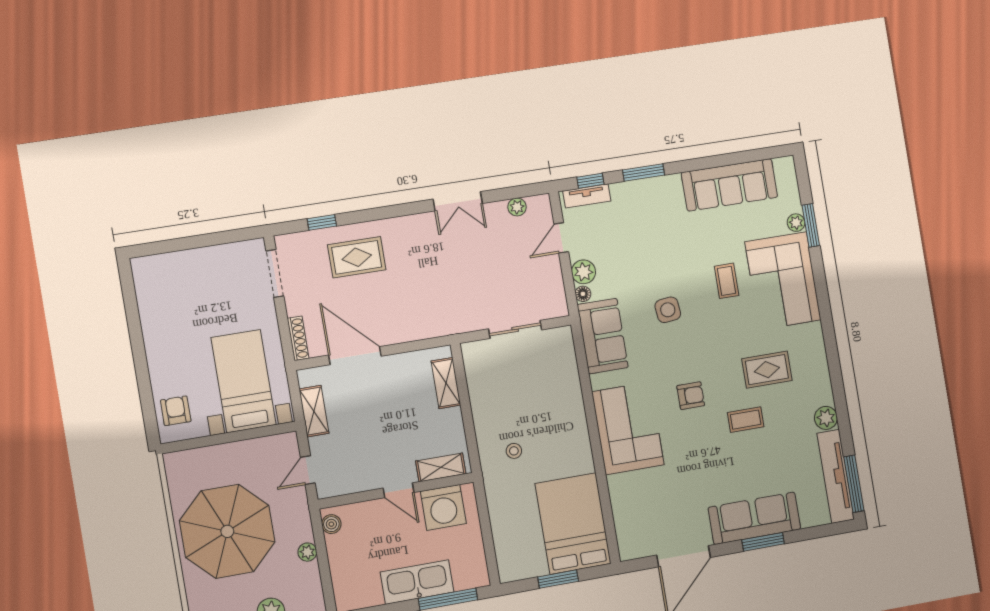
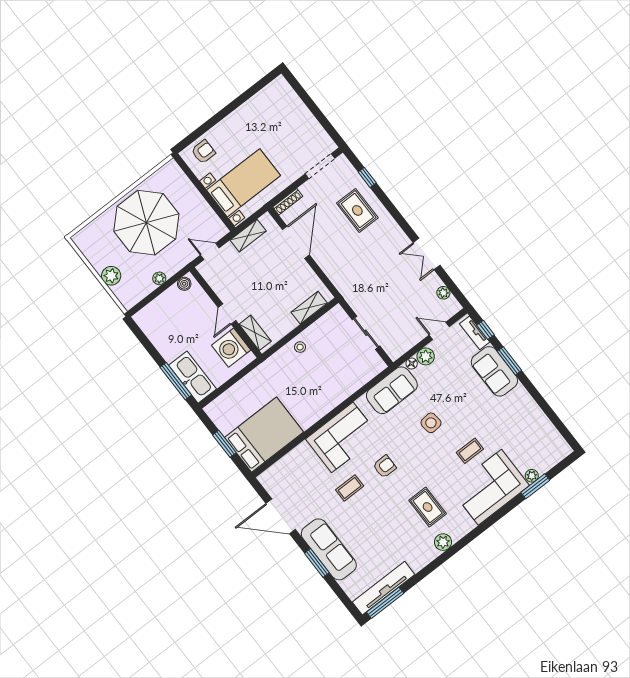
sofa: (729, 185) -> (494, 371), moved, width x0.73
armchair: (691, 396) -> (385, 467), turned -90
plant: (826, 418) -> (443, 542), moved
coffee table: (746, 420) -> (350, 488), moved, turned 90
stool: (514, 451) -> (300, 347), moved
kitchen sink: (417, 582) -> (193, 377), moved

